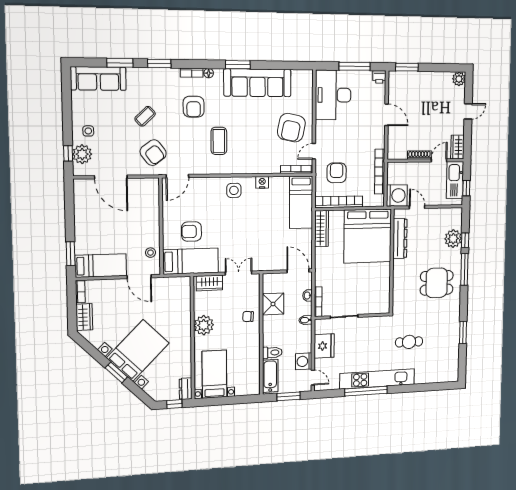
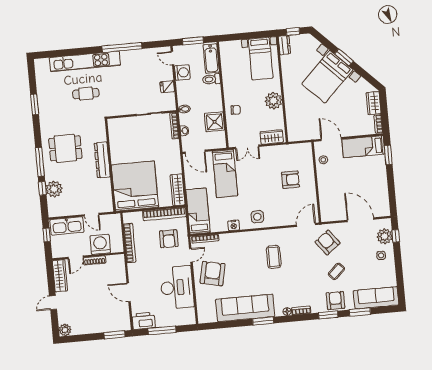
printer: (379, 77) -> (144, 321), width x1.87, depth x1.48
desk: (333, 95) -> (177, 287), moved
armchair: (194, 107) -> (335, 301), moved
wardrobe: (457, 147) -> (60, 276), width x1.50
kitchen sink: (455, 180) -> (67, 226), moved, turned 90
washing machine: (397, 195) -> (100, 244), moved, turned 90
dresser: (400, 238) -> (102, 160), moved
bed: (191, 261) -> (225, 174), moved, turned -90
fridge: (324, 346) -> (167, 87), width x0.53, depth x0.75
kitchen unit: (377, 379) -> (85, 61), moved

